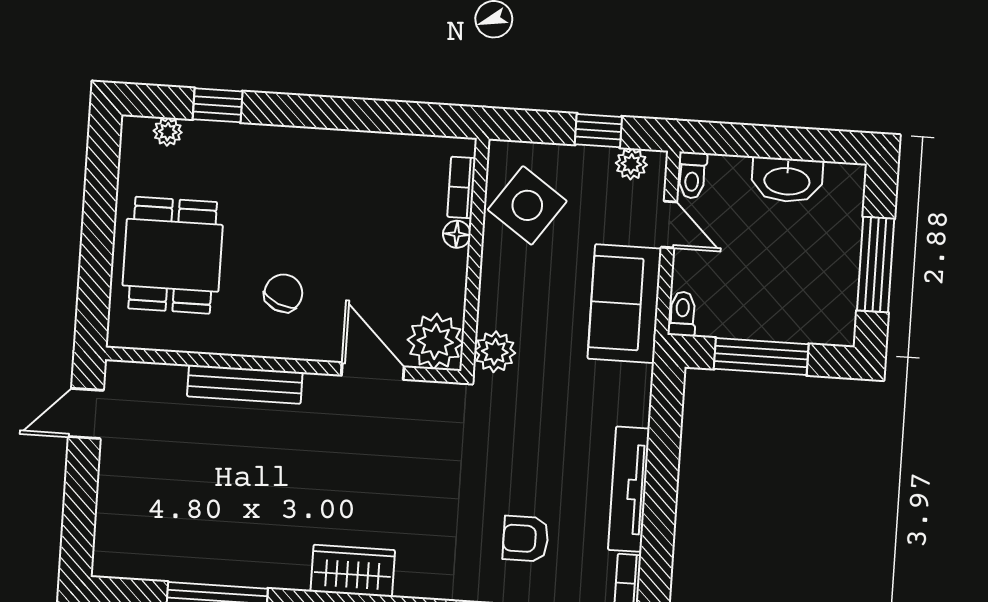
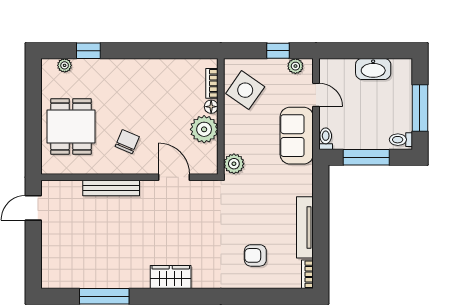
toilet: (692, 175) -> (401, 140), moved, turned 90
plant: (435, 341) -> (204, 129), moved

